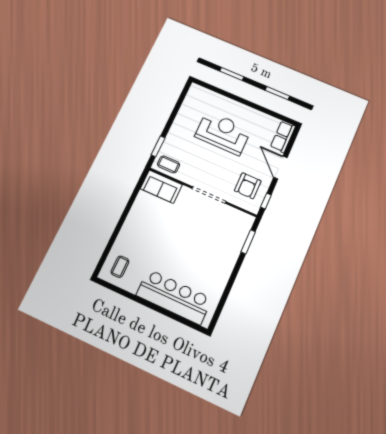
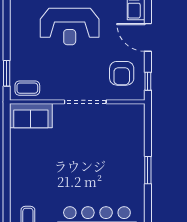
reception desk: (223, 133) -> (70, 26), turned 180
window: (248, 242) -> (148, 170), moved

